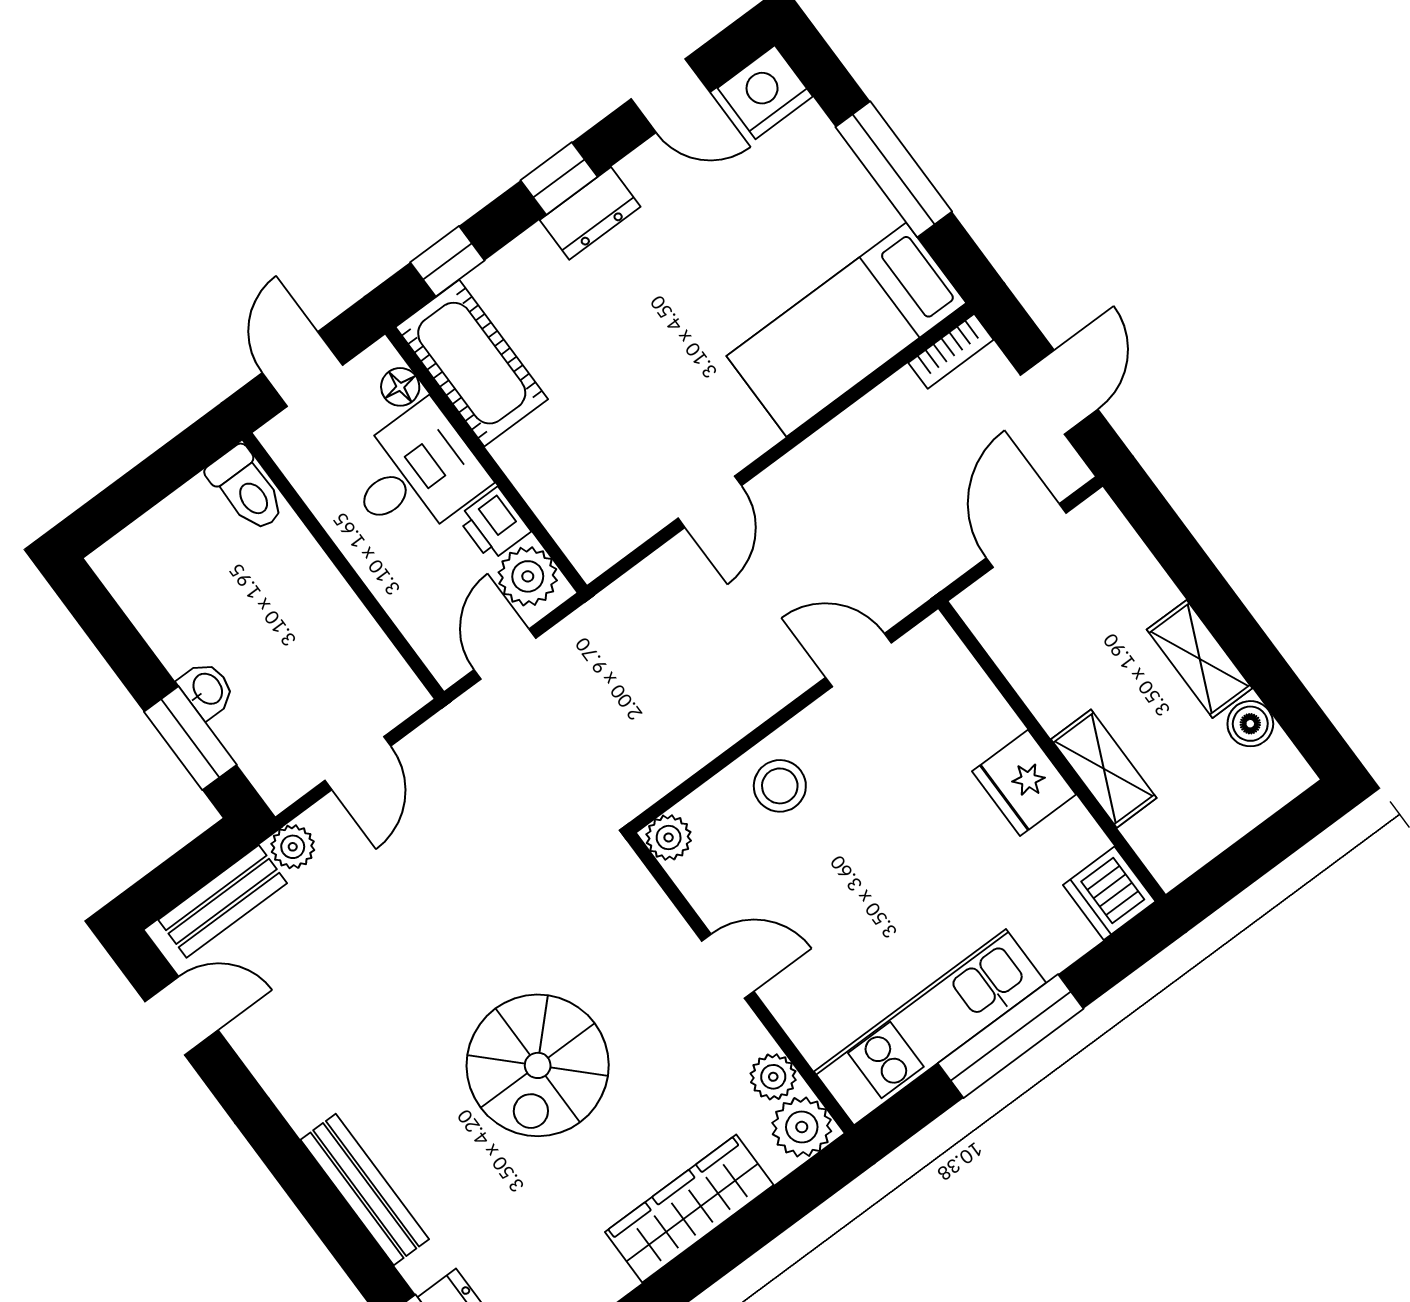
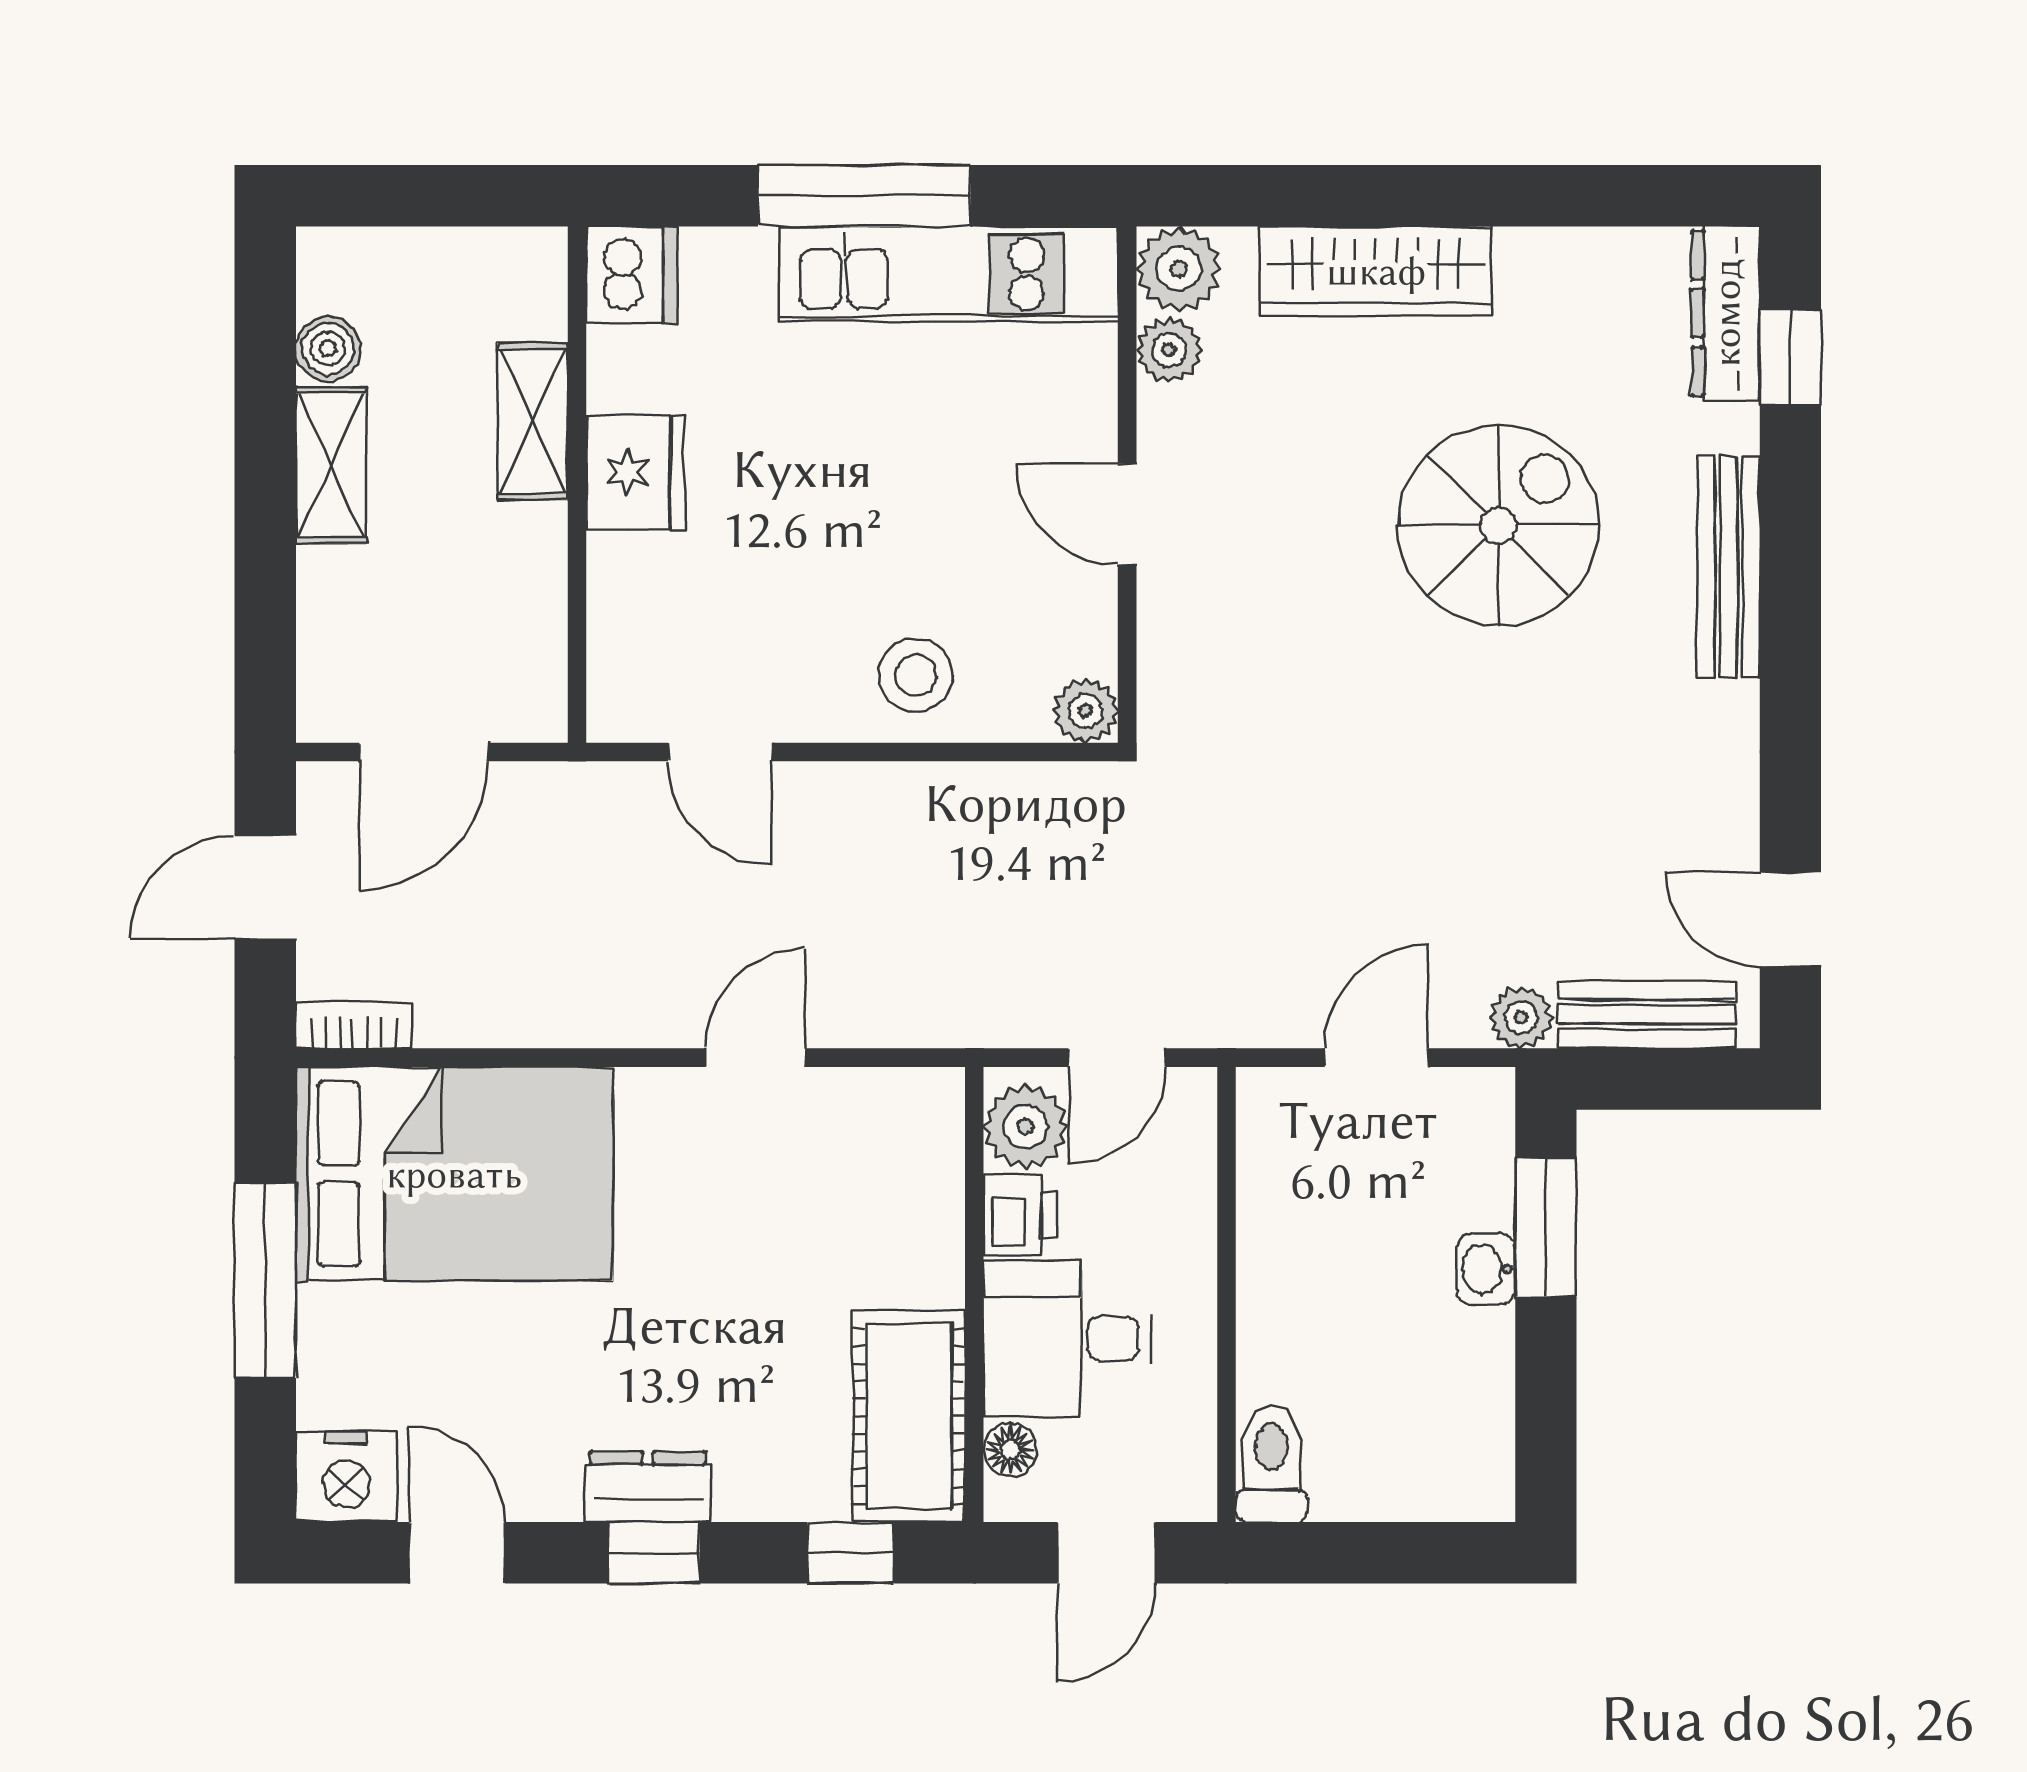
bed: (846, 330) -> (454, 1174), width x1.50
spiral stairs: (538, 1065) -> (1499, 525), moved

